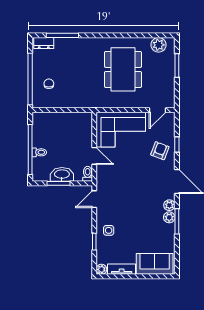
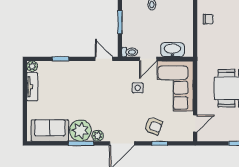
chair: (49, 84) -> (208, 19), moved
door: (157, 110) -> (195, 124), swing flipped
washbasin: (62, 174) -> (172, 50), moved, turned -90
plant: (169, 217) -> (80, 131), width x1.88, depth x1.88
side table: (109, 230) -> (138, 88), moved
sofa: (155, 264) -> (50, 131), moved, turned -90

